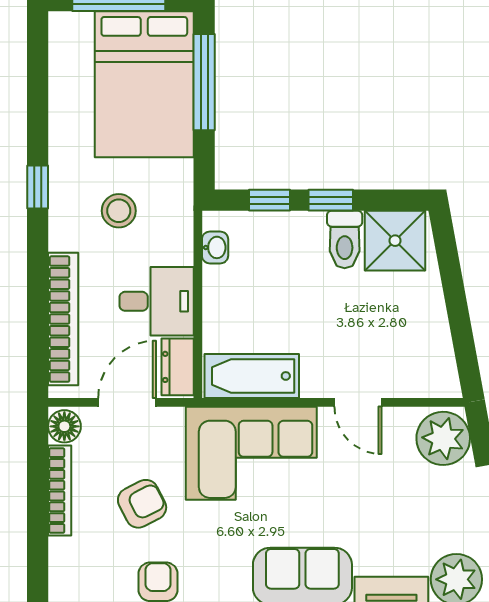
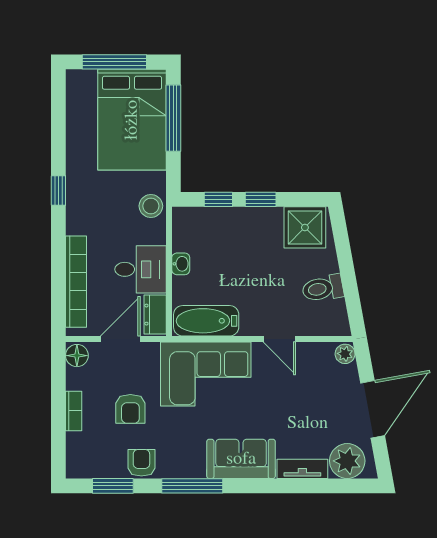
stool: (119, 211) -> (151, 206), moved
toilet: (345, 239) -> (323, 288), moved, turned 80
washbasin: (215, 247) -> (181, 264), moved
plant: (443, 438) -> (345, 354), width x0.53, depth x0.53
bookcase: (60, 491) -> (74, 411), width x0.64
armchair: (142, 504) -> (130, 409), turned 117

